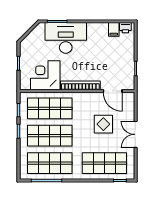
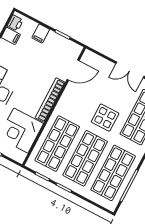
filing cabinet: (128, 51) -> (41, 34), added
display table: (103, 124) -> (105, 118), moved

